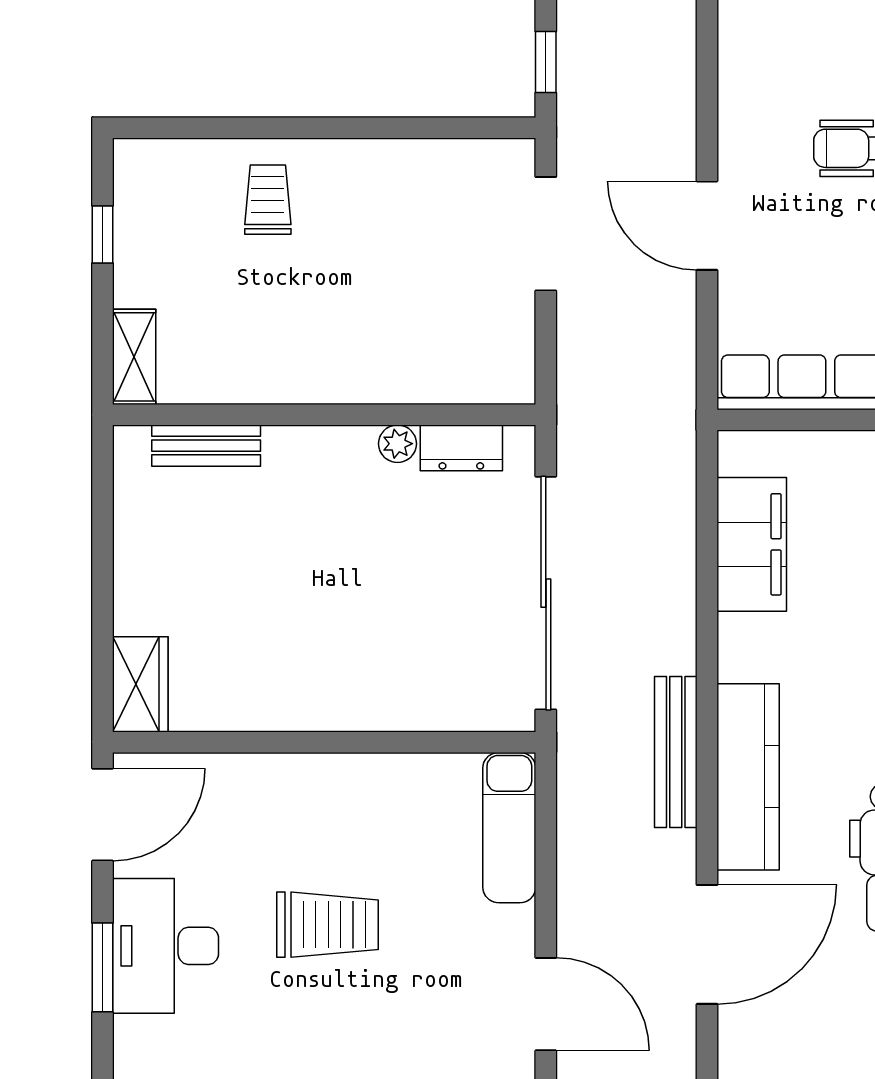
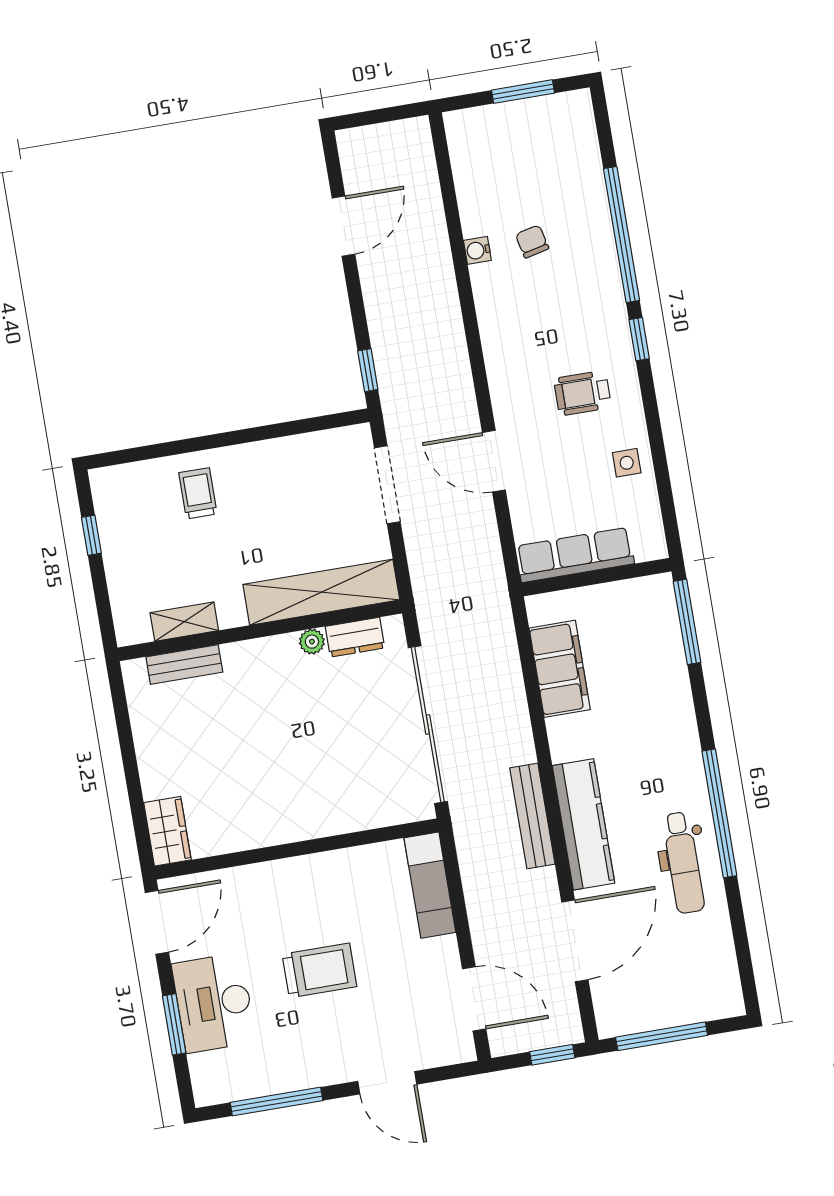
shelving: (134, 357) -> (184, 622), moved, turned 90
shelving: (423, 374) -> (321, 592), added

